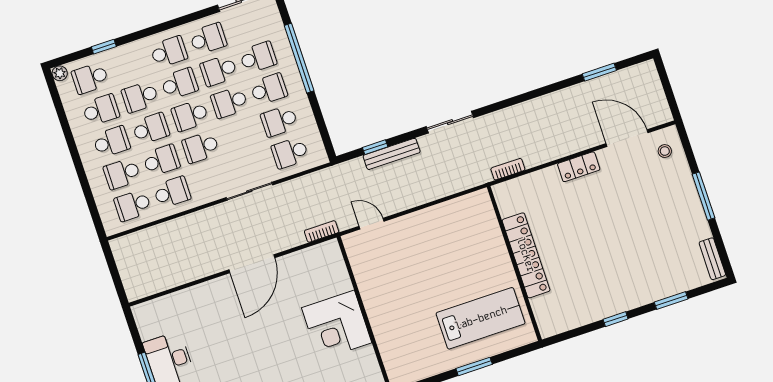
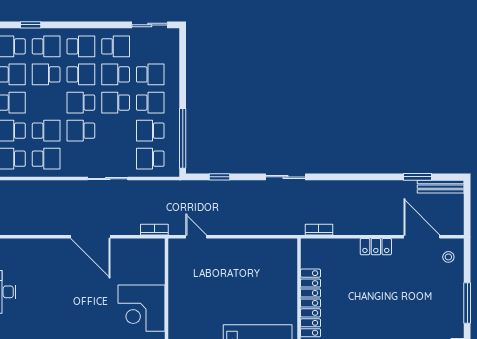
window: (299, 58) -> (183, 138), moved
school desk: (151, 129) -> (46, 46), moved
bench: (392, 154) -> (441, 187), moved
door: (252, 264) -> (90, 237), hinge flipped

